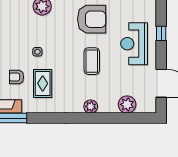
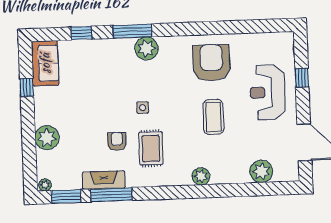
armchair: (92, 19) -> (211, 63), turned -90
armchair: (16, 77) -> (117, 141), turned 90
plant: (91, 106) -> (201, 176), moved

